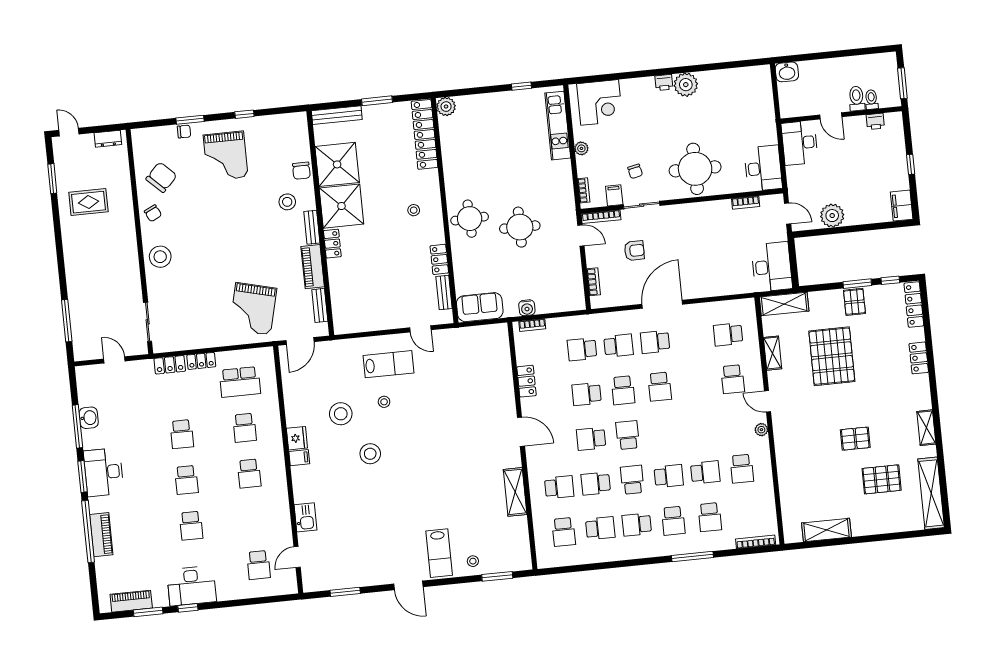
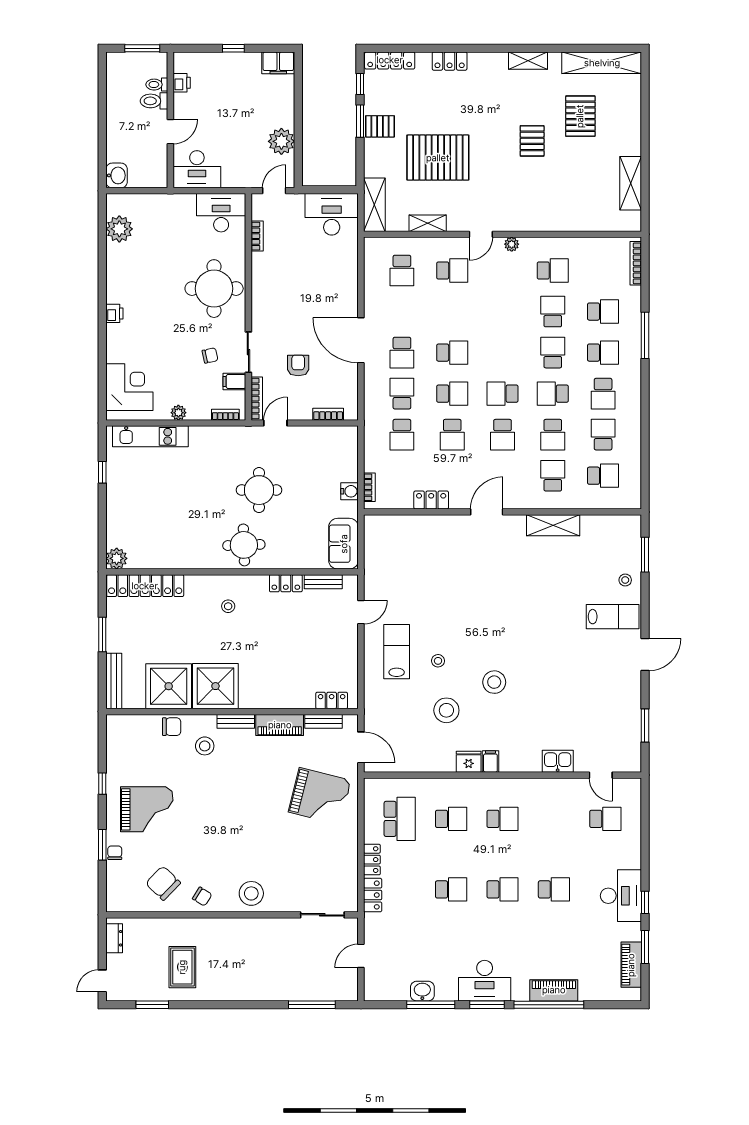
plant: (686, 85) -> (119, 229), moved
chair: (153, 213) -> (202, 897), turned 58
locker: (332, 244) -> (332, 700), moved

